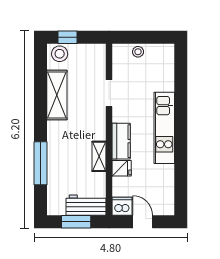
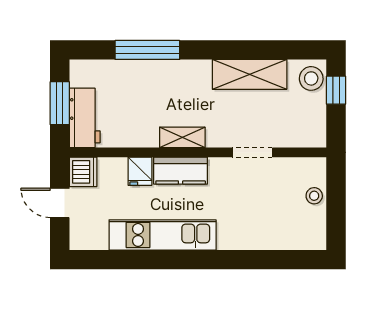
kitchen unit: (164, 128) -> (163, 235), moved
shelving: (99, 156) -> (182, 137), moved
door: (143, 222) -> (60, 203), swing flipped

